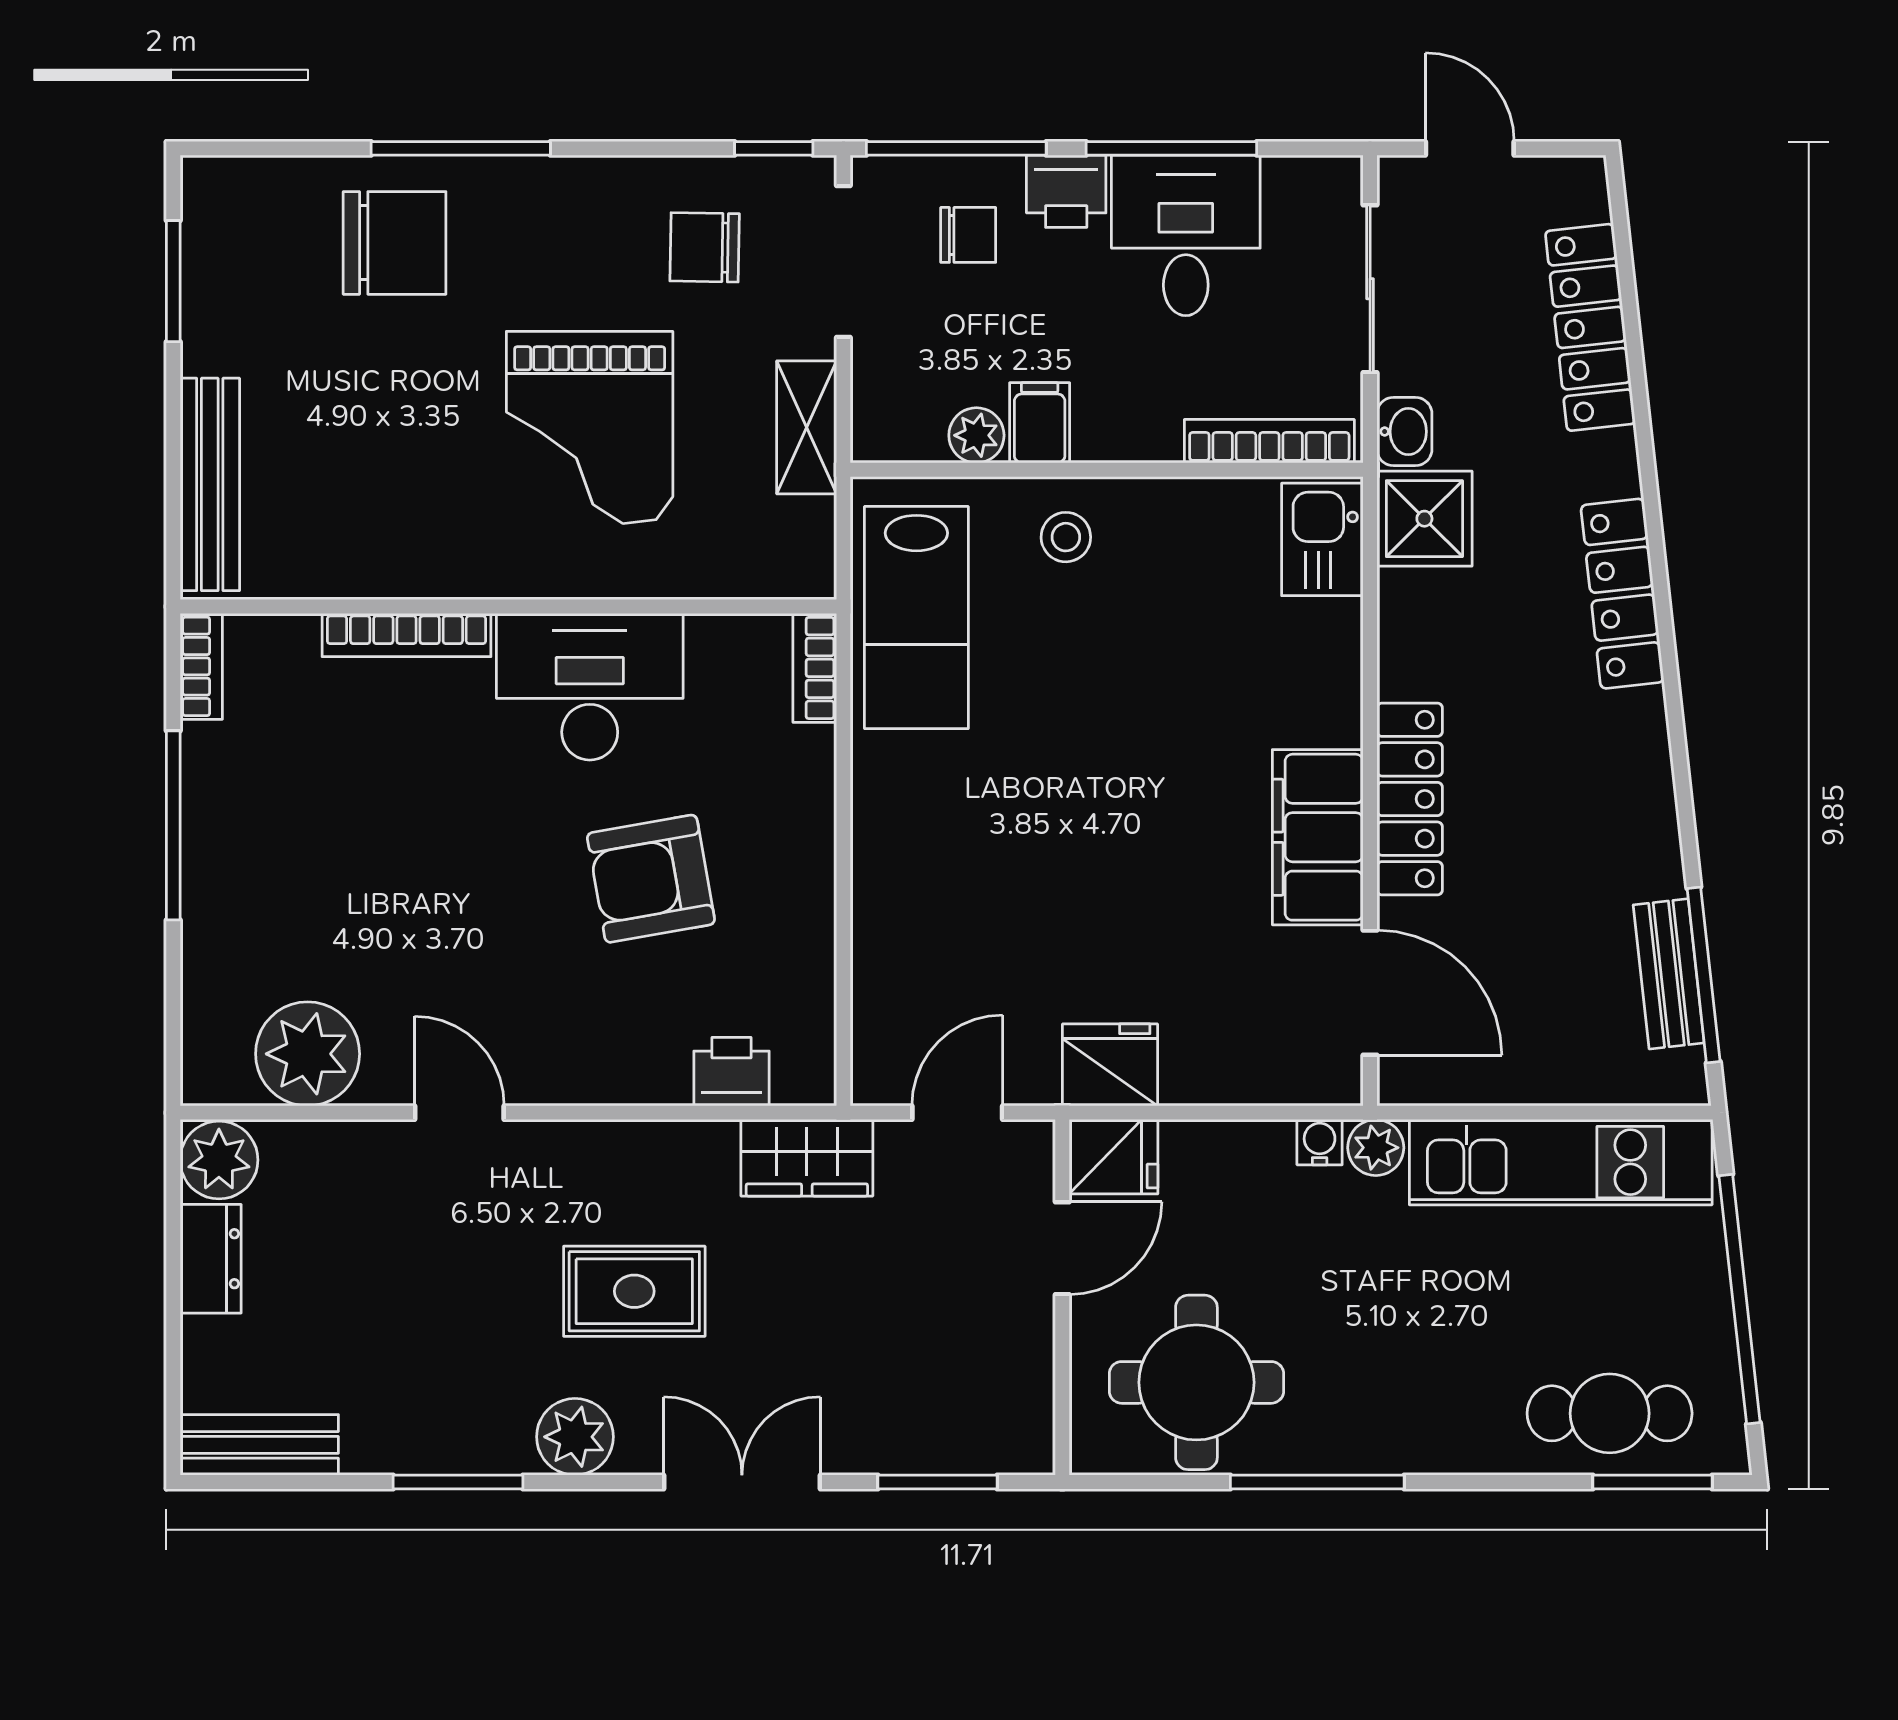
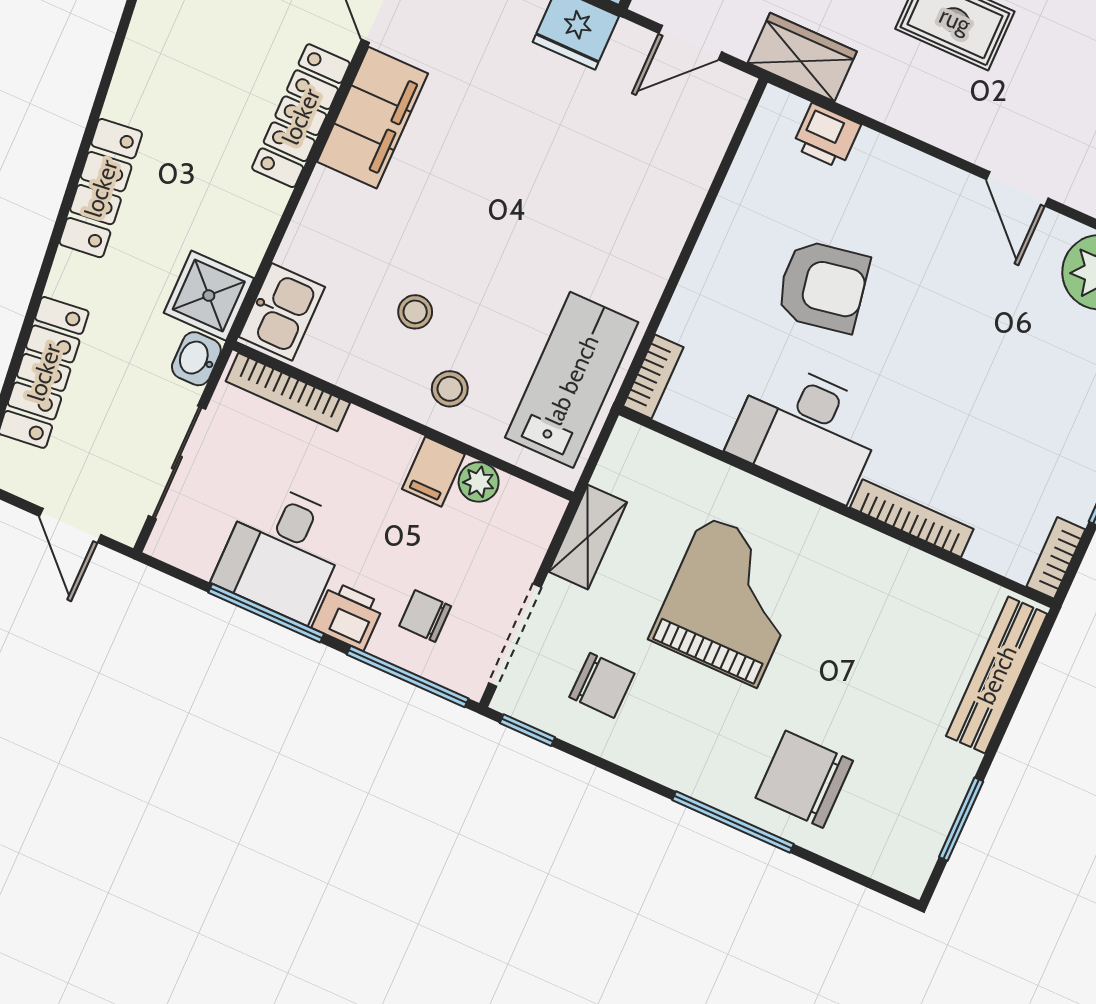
stool: (1153, 615) -> (415, 312), added

